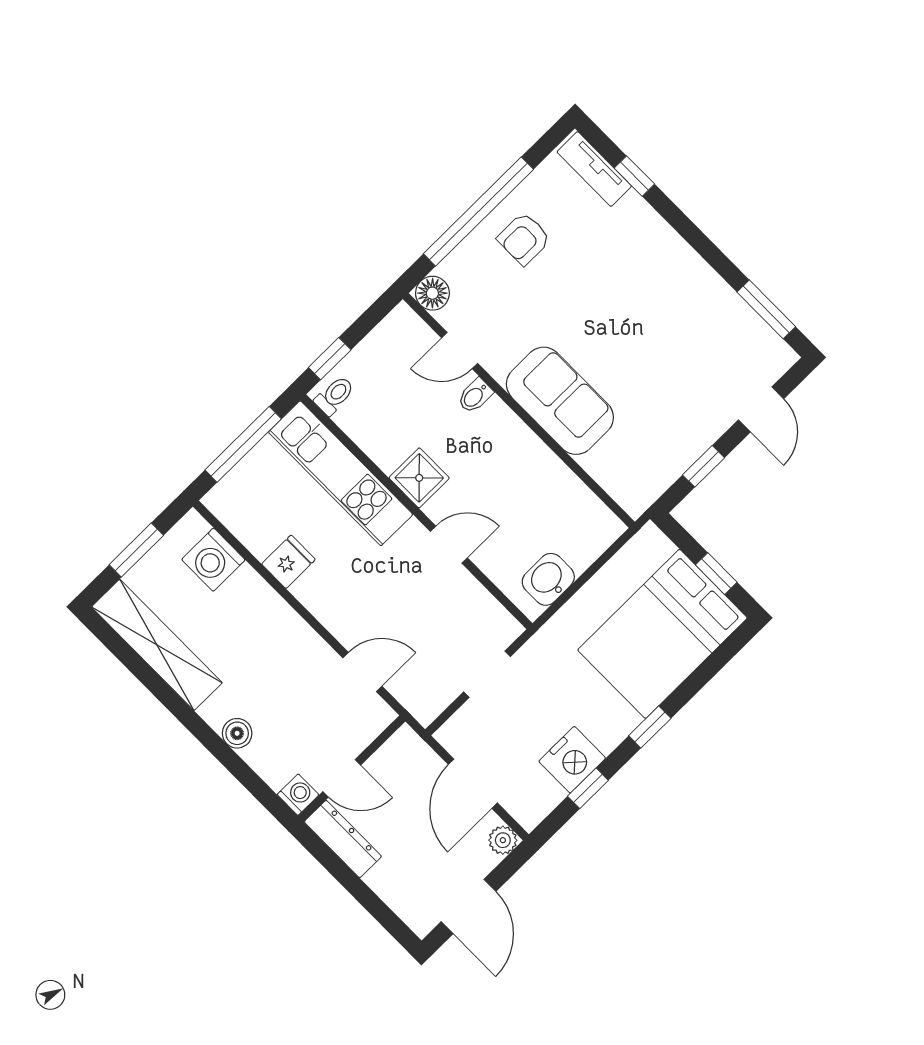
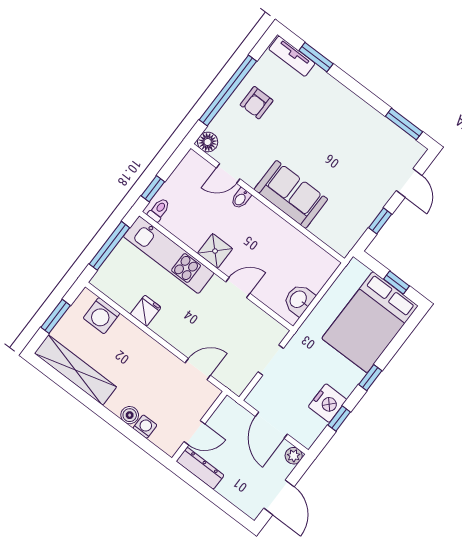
window: (634, 176) -> (316, 57), width x1.50
washing machine: (298, 795) -> (145, 427), moved

